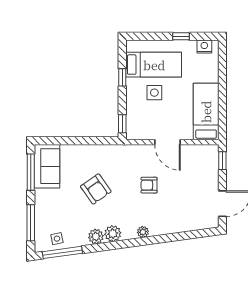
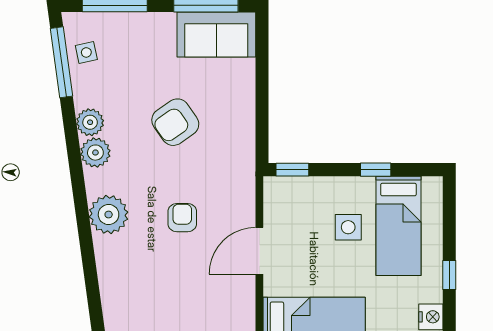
plant: (143, 232) -> (109, 214), width x1.87, depth x1.87

